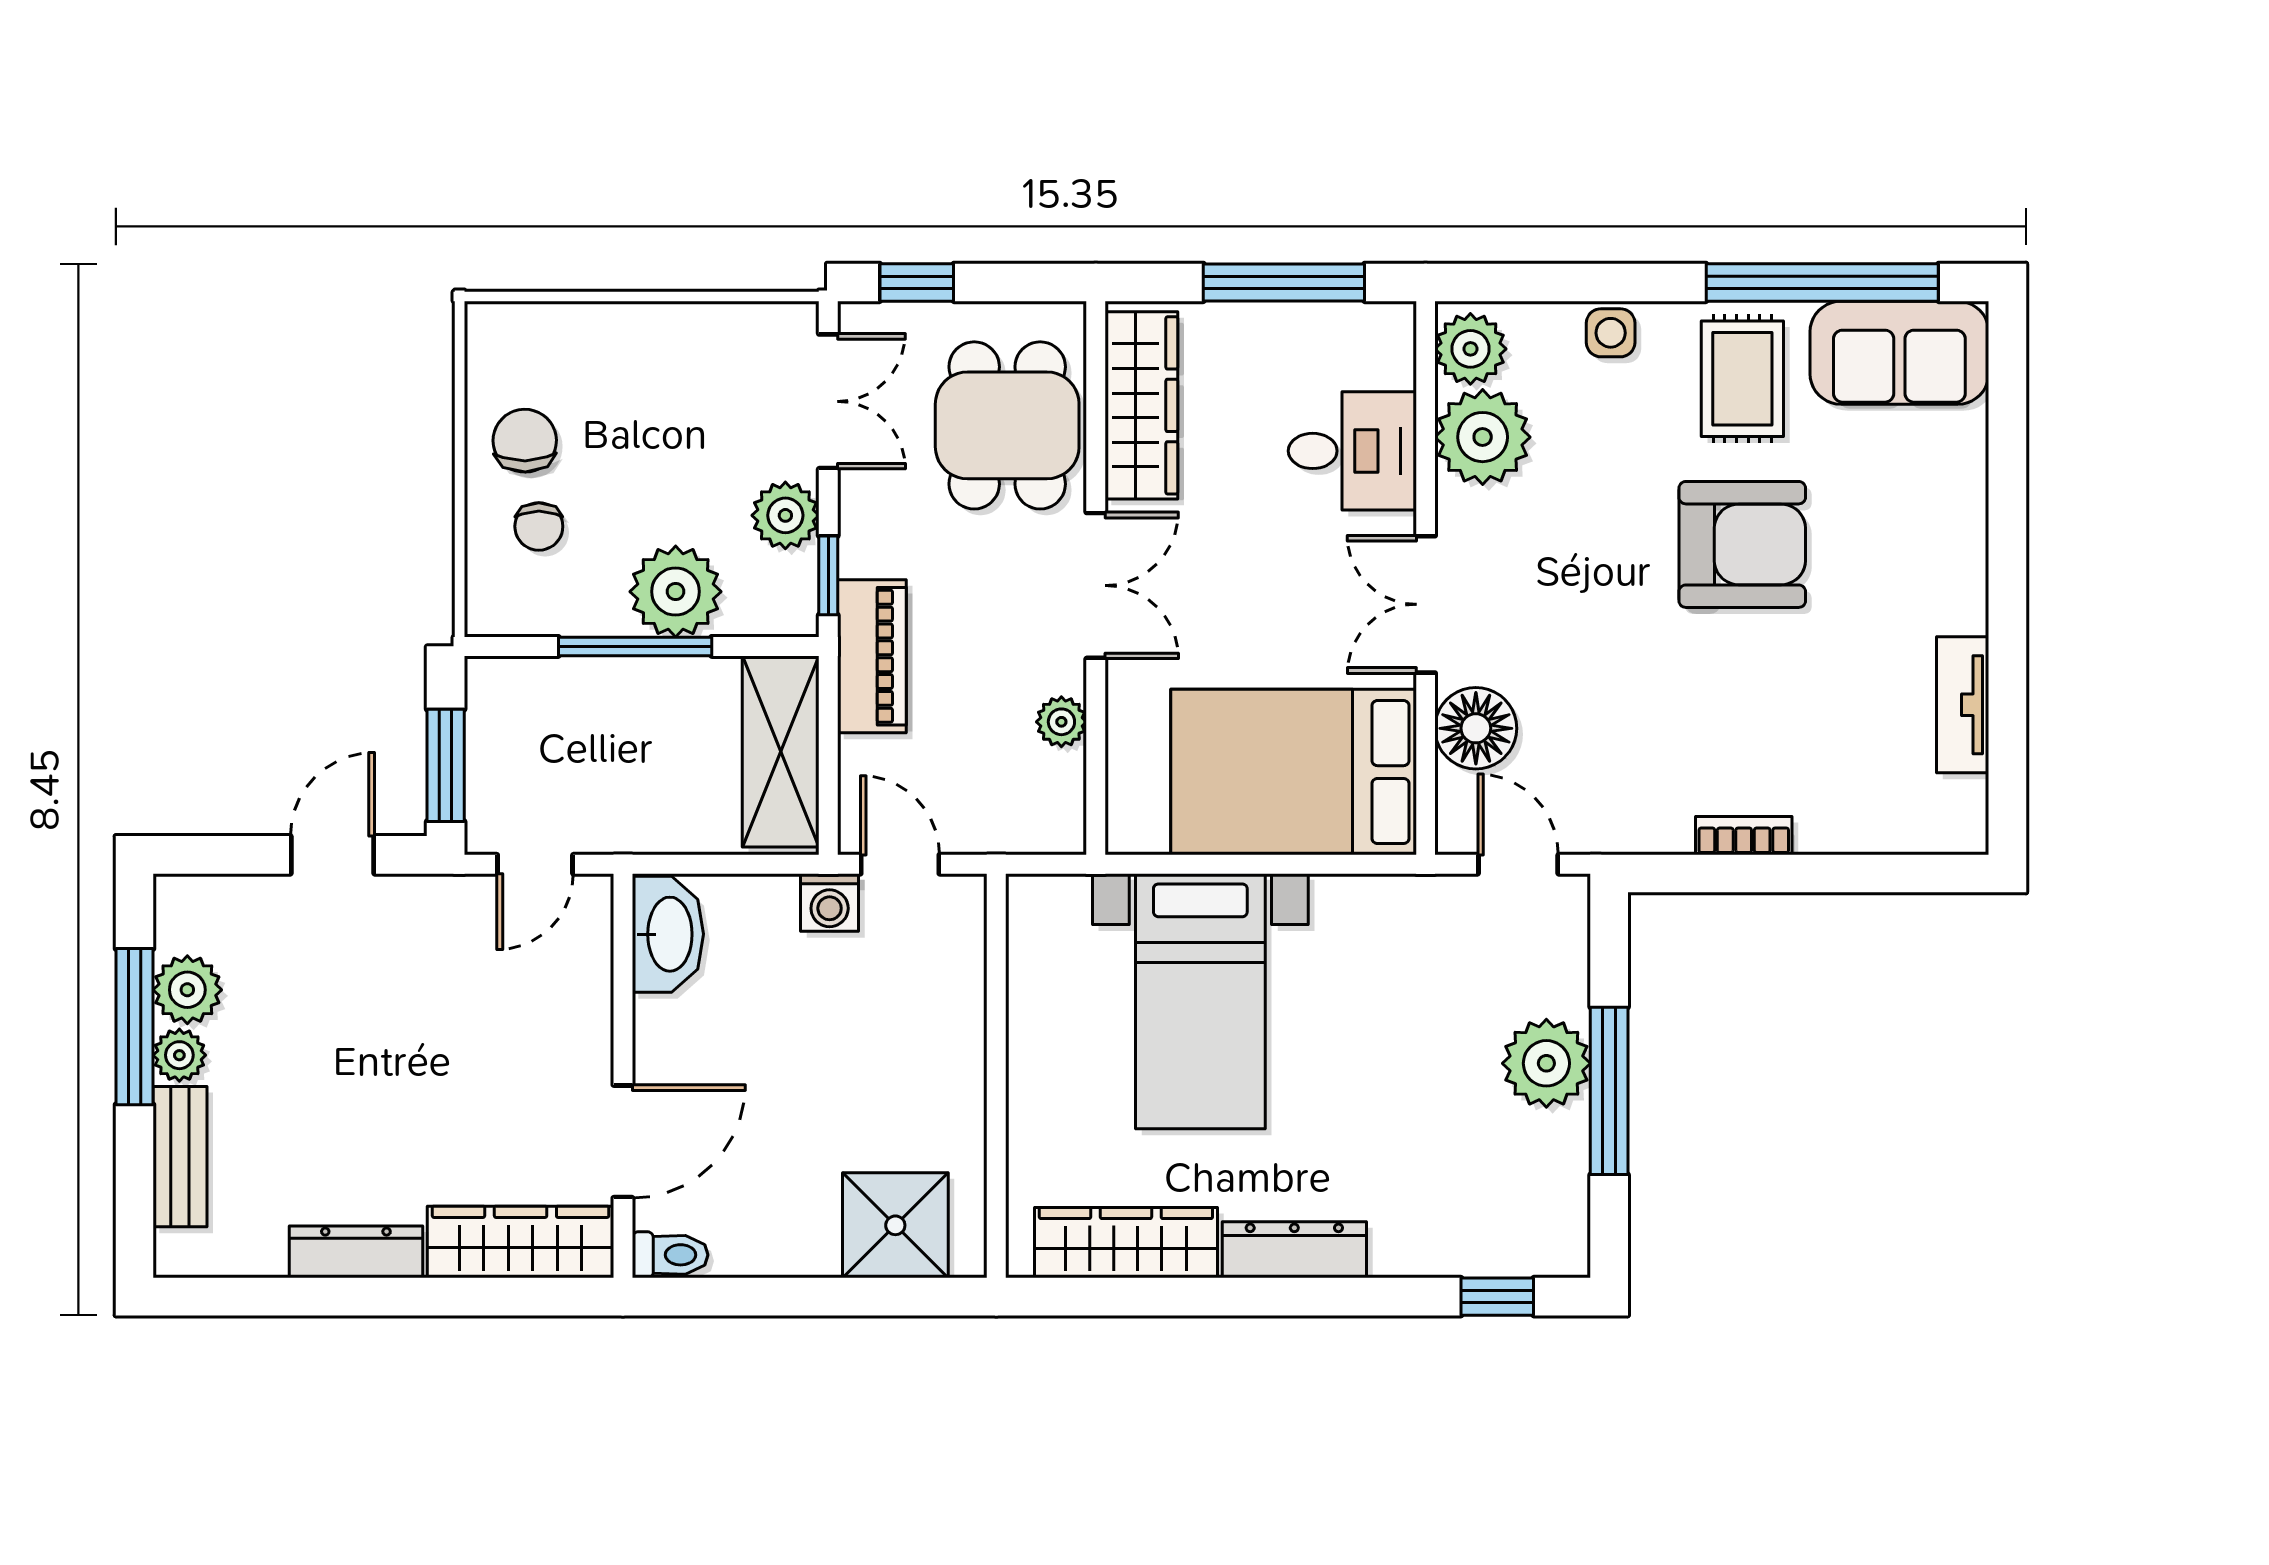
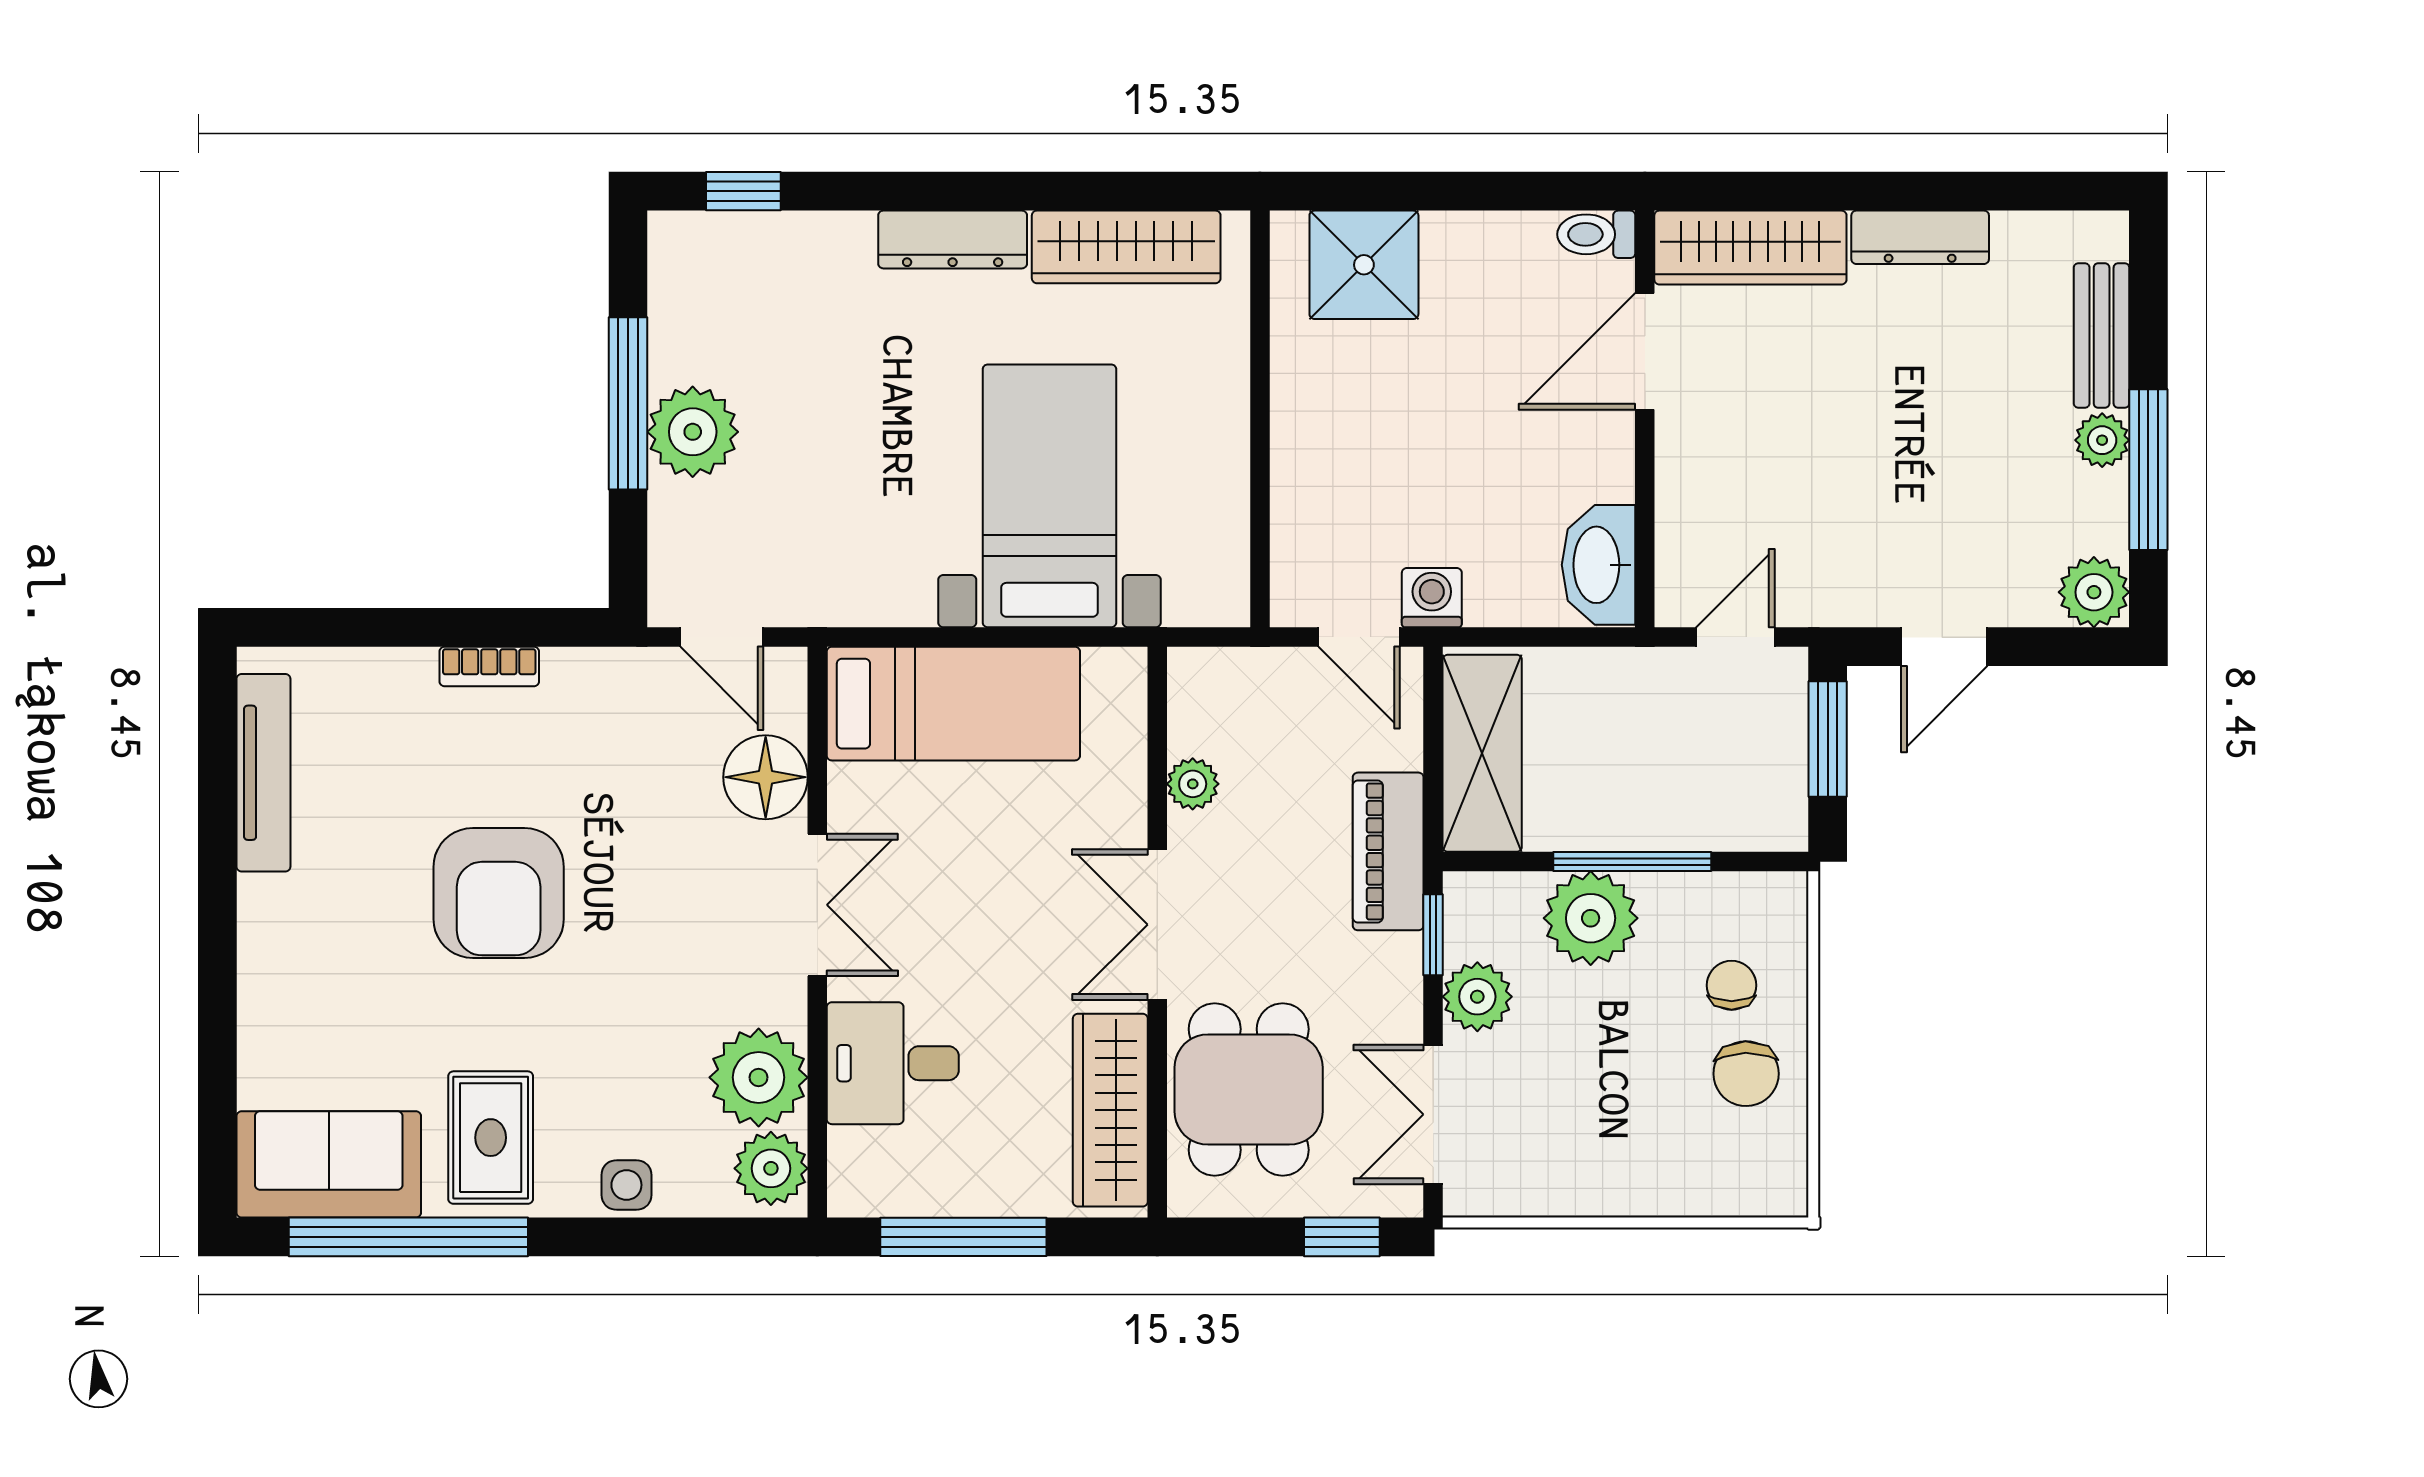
armchair: (1742, 544) -> (499, 893), moved, turned -90
tv unit: (1963, 705) -> (263, 773), width x1.41
bed: (1294, 772) -> (953, 704), width x0.67
plant: (187, 990) -> (2094, 592), moved

